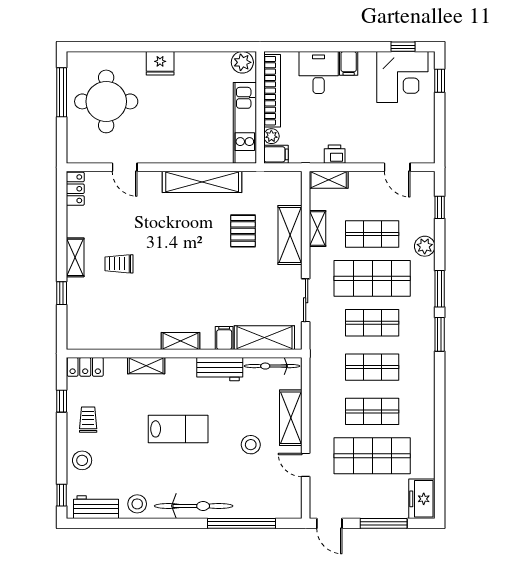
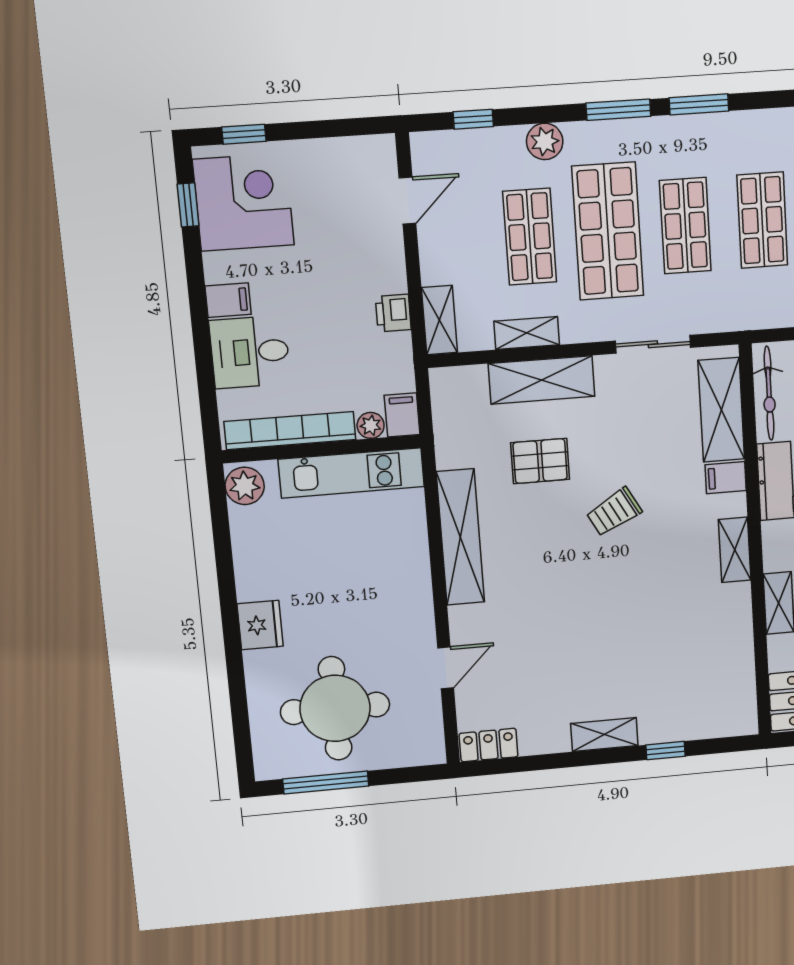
trolley: (119, 264) -> (614, 512), moved, turned 61

